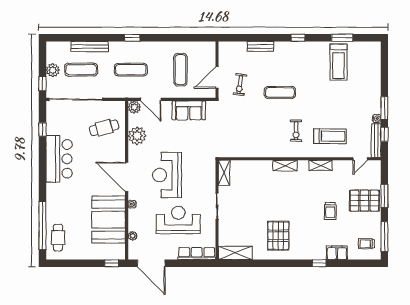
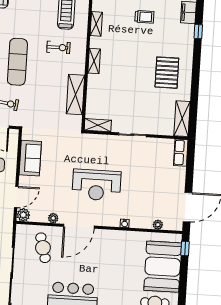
exercise mat: (280, 92) -> (17, 62), width x1.36, depth x1.45
plant: (137, 136) -> (53, 218), width x0.53, depth x0.53
shelving: (252, 150) -> (75, 95), added
door: (127, 177) -> (79, 226), moved
booth: (109, 220) -> (163, 267), moved, turned 90
reception desk: (178, 220) -> (144, 176), removed
pallet: (278, 236) -> (167, 73), turned 90
row of seats: (197, 254) -> (181, 153), width x0.68

